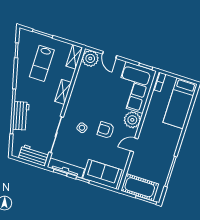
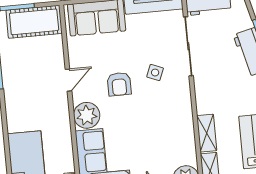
shelving: (63, 92) -> (207, 133), moved
armchair: (106, 130) -> (119, 84), turned 90

